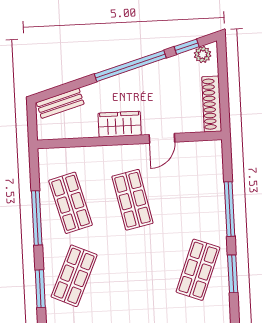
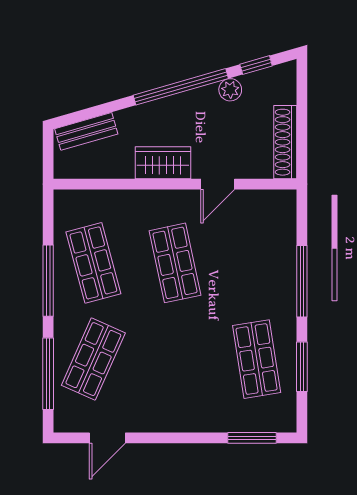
plant: (203, 54) -> (230, 90), moved
shop shelf: (198, 270) -> (257, 359), turned -30
window: (40, 289) -> (48, 374), width x1.44

